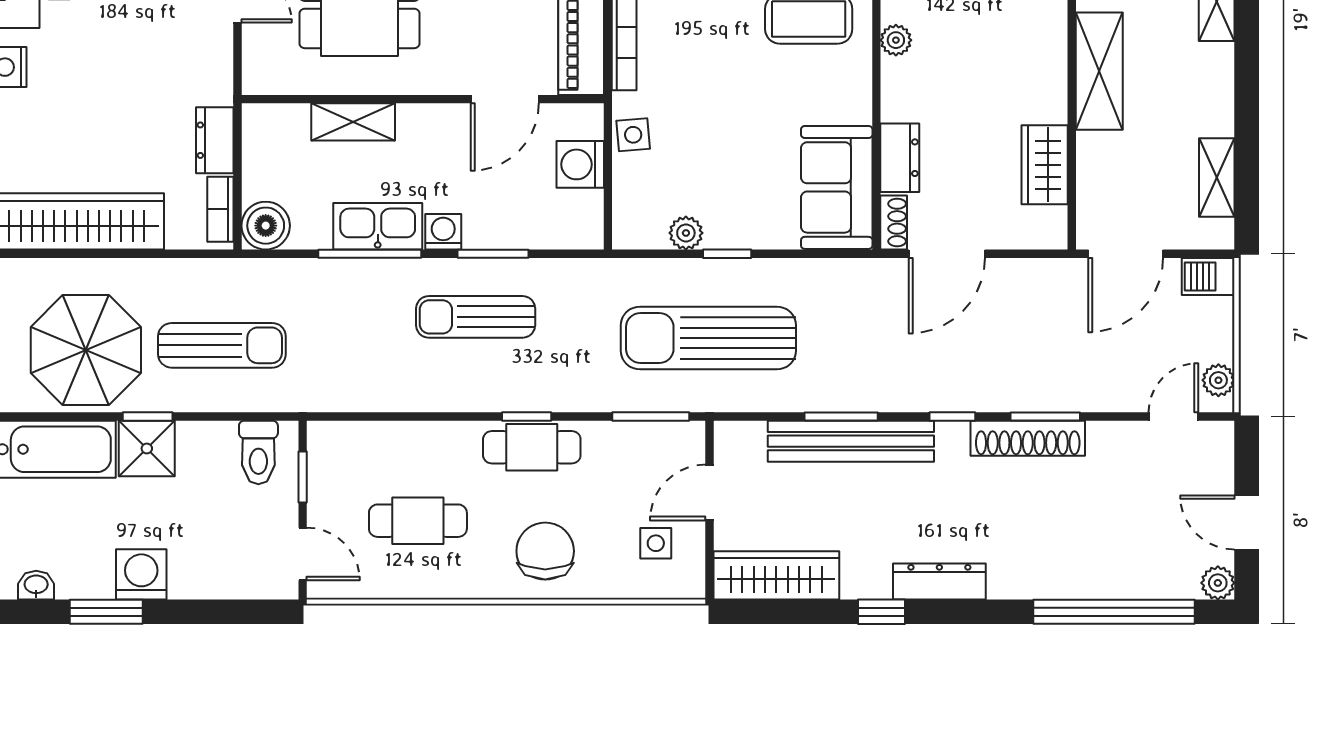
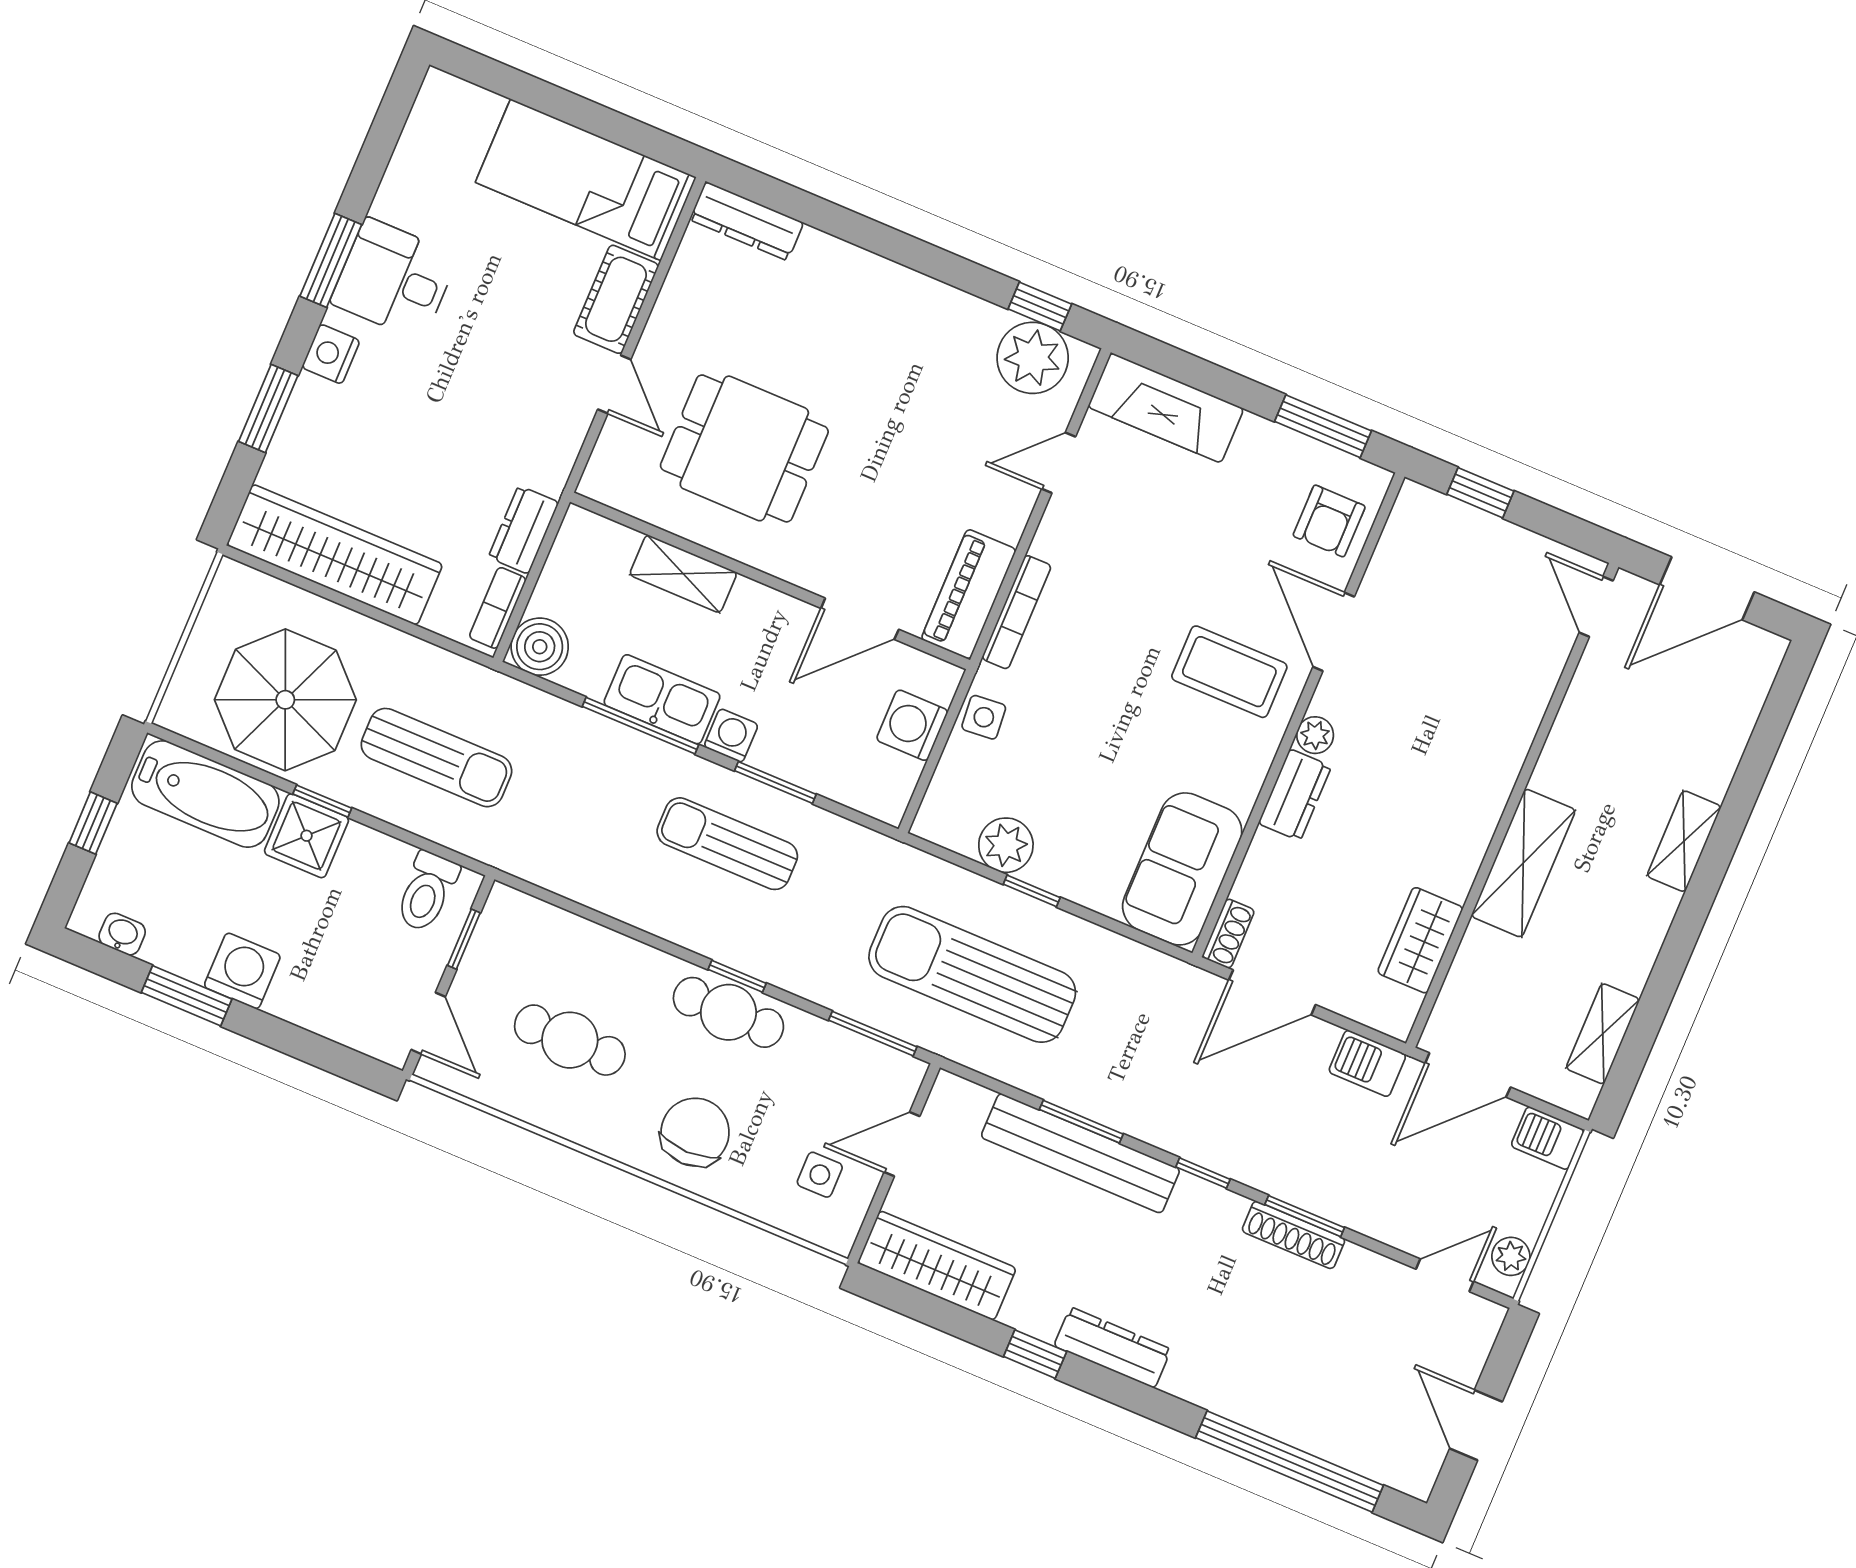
dresser: (900, 158) -> (1295, 795), moved
plant: (686, 233) -> (1006, 845), width x1.38, depth x1.38
barbecue: (1044, 278) -> (1367, 1063), added
shoe rack: (1028, 438) -> (1293, 1235), width x0.74, depth x0.81
plant: (1218, 583) -> (1416, 1478), removed

